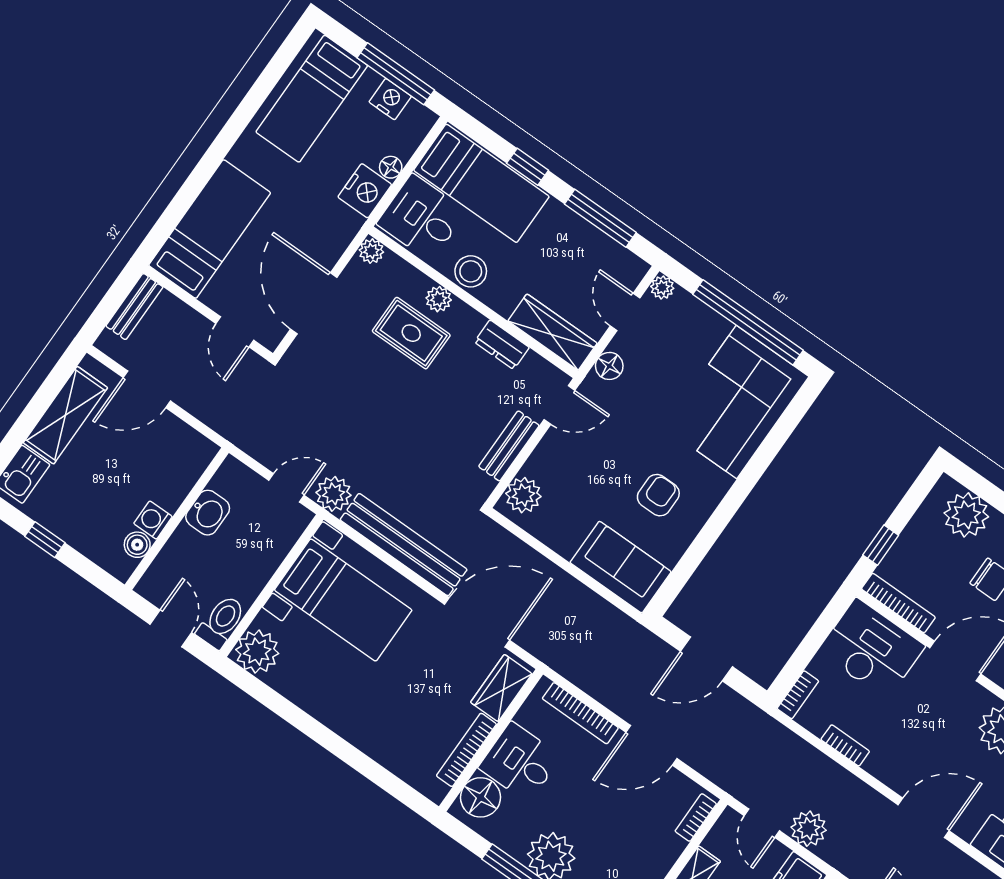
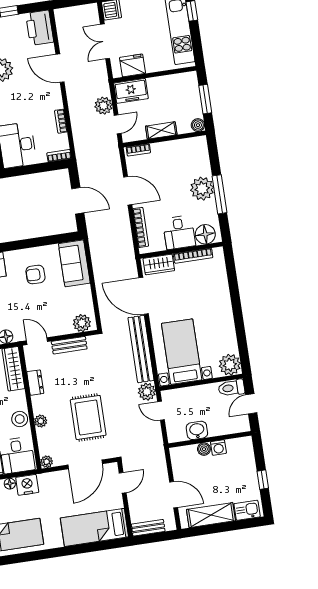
rug: (411, 333) -> (88, 417), moved, width x1.36, depth x1.43
boiler: (137, 545) -> (204, 449), moved

